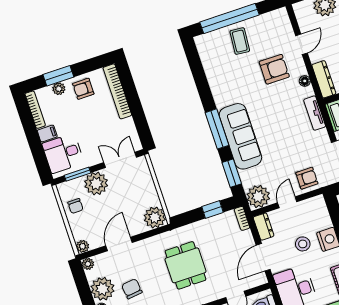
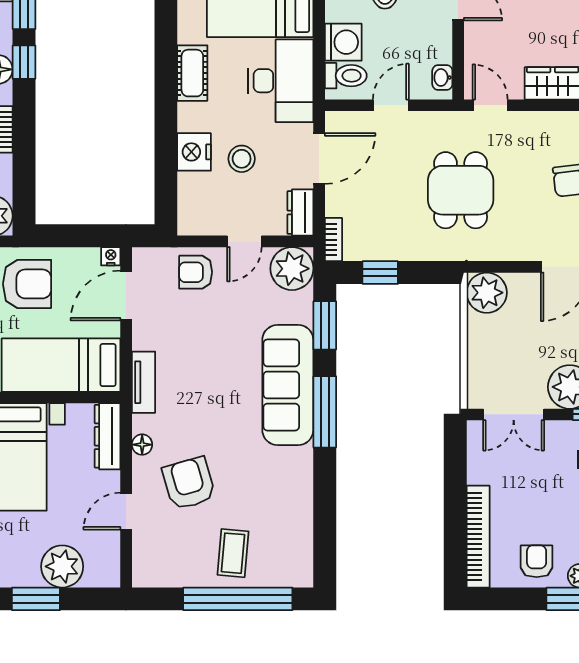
armchair: (274, 69) -> (189, 483), turned 74
armchair: (83, 89) -> (537, 561), turned -90

